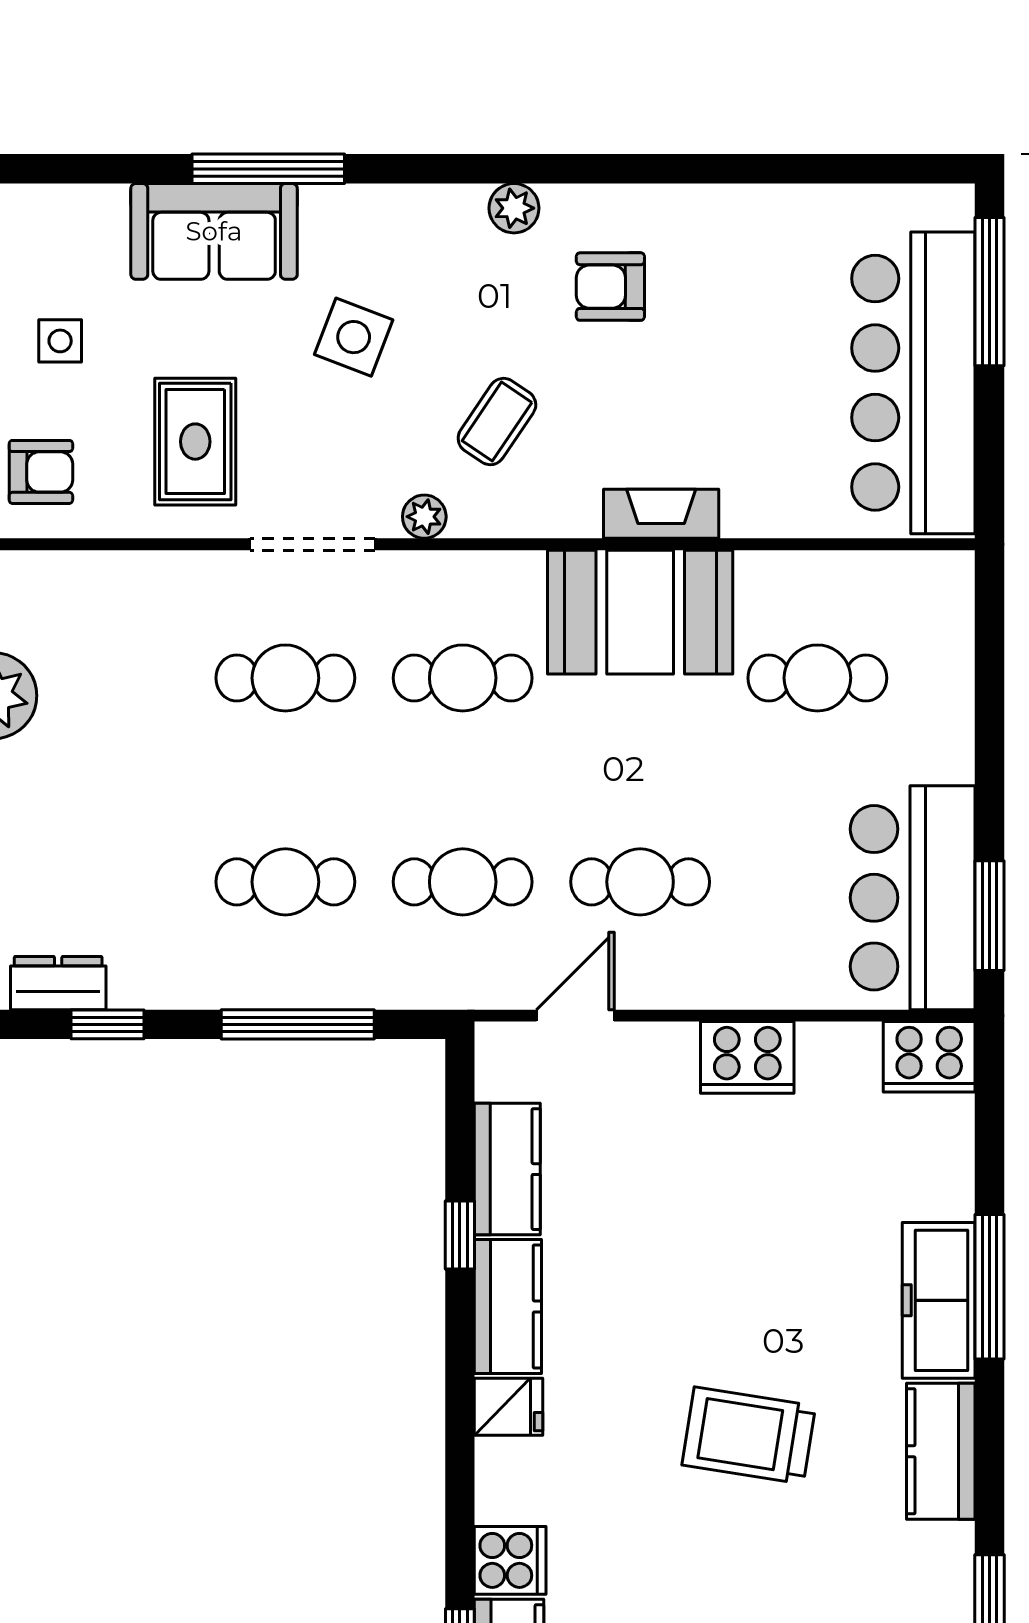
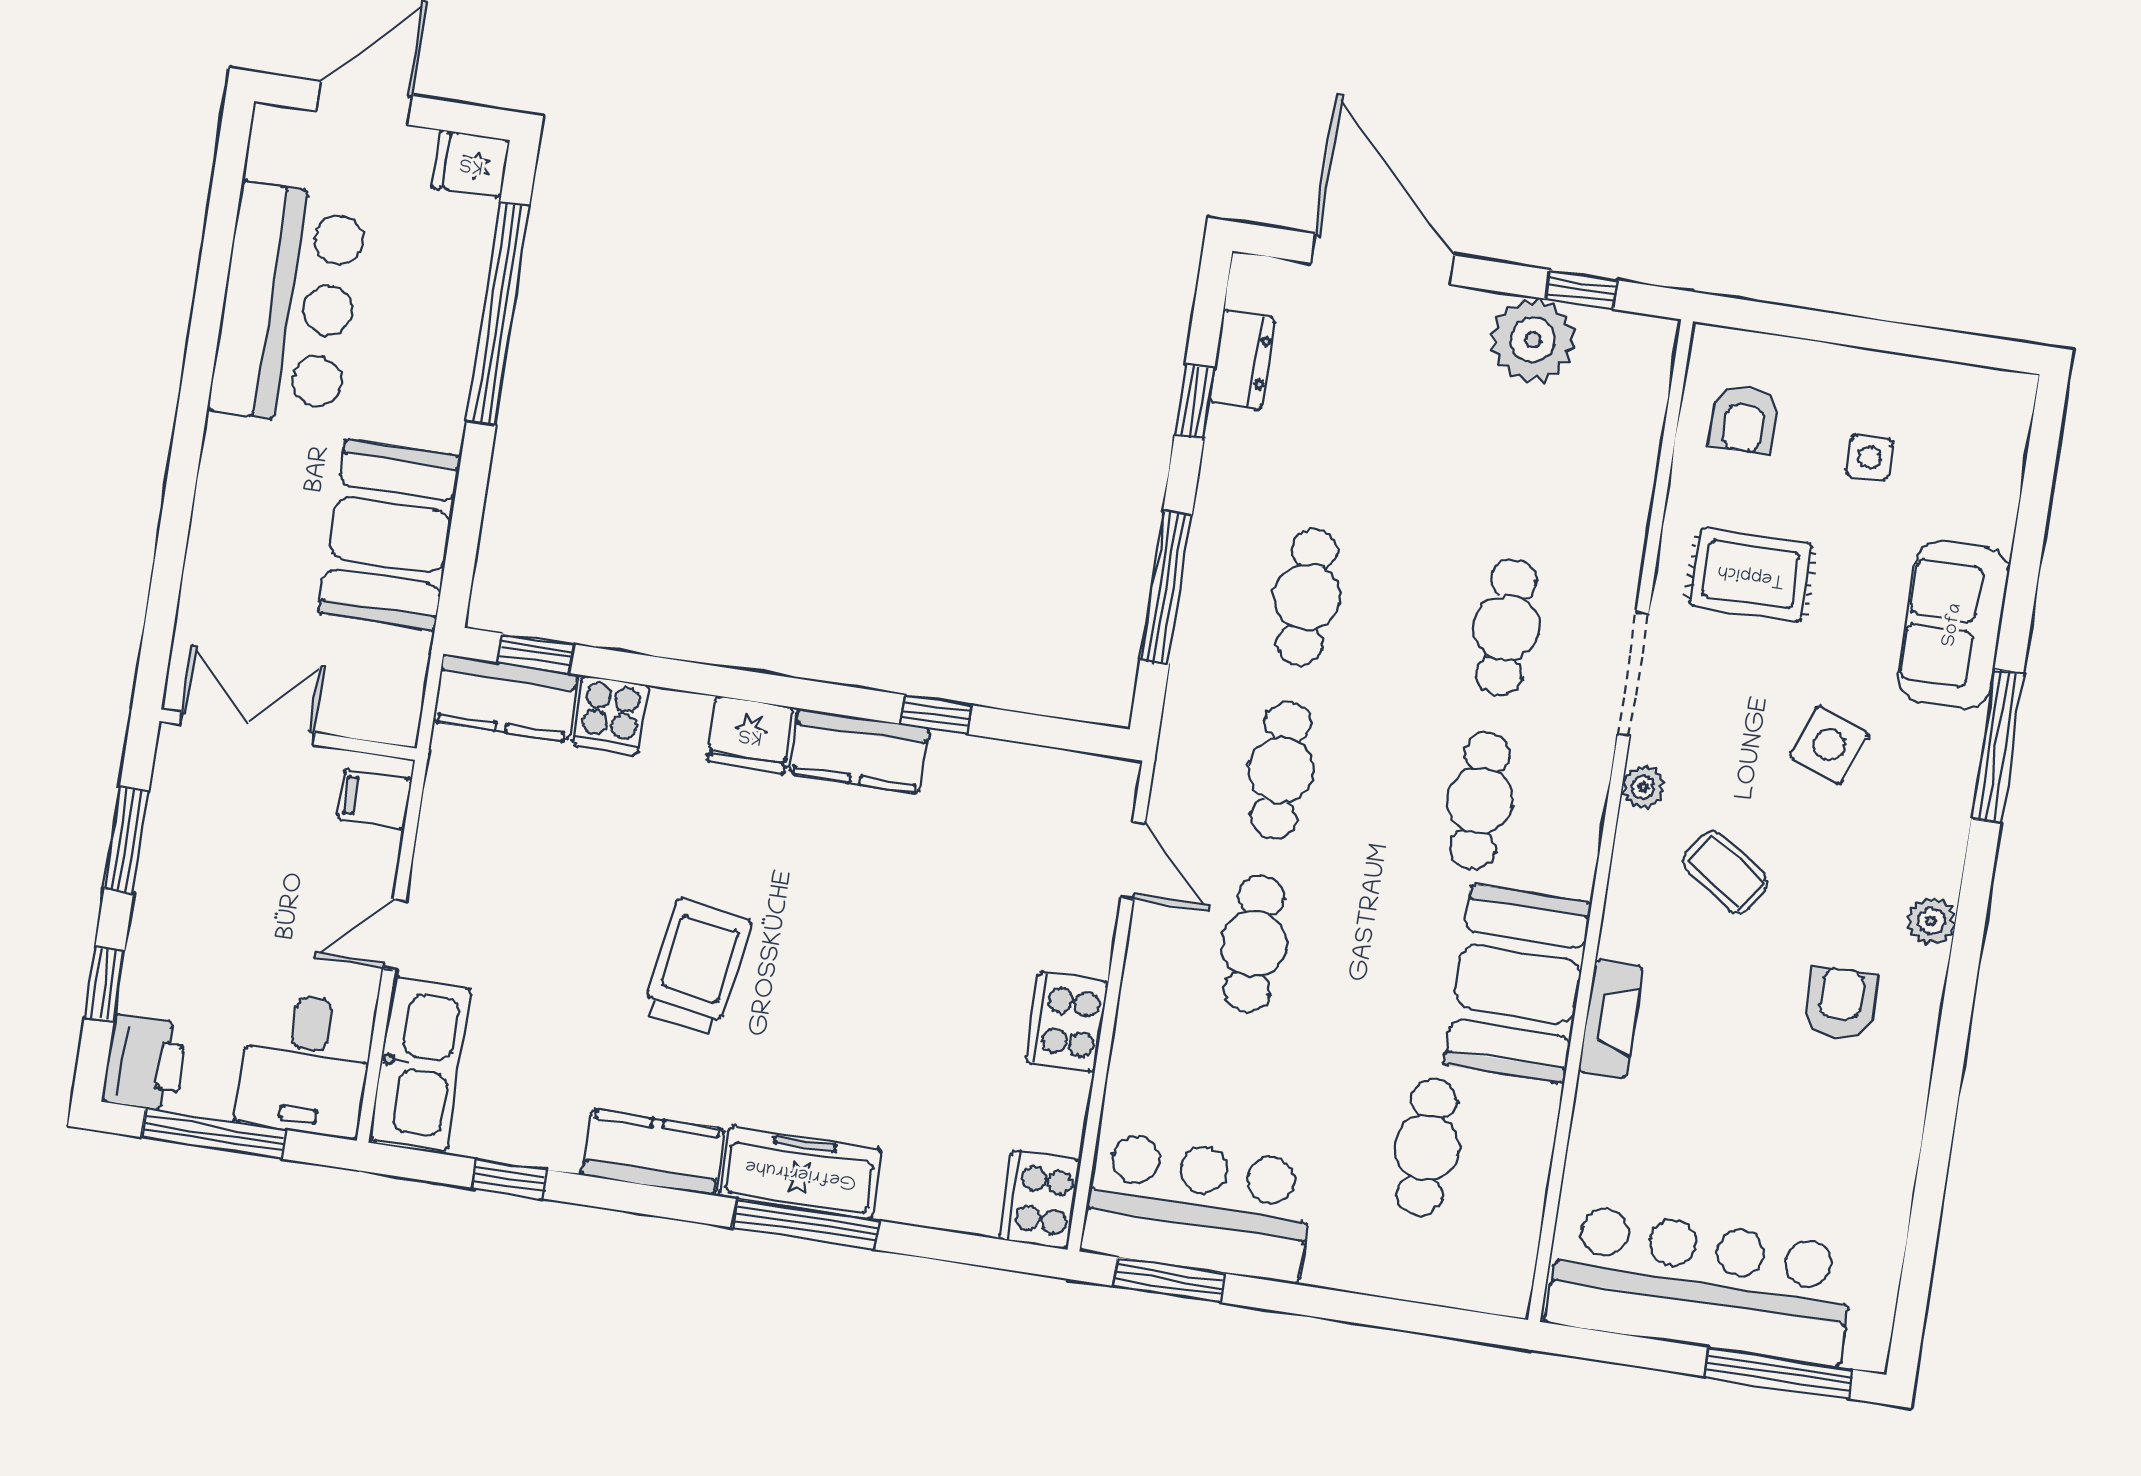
window: (268, 169) -> (1997, 746), moved
kitchen counter: (507, 1169) -> (993, 771), removed
fridge: (508, 1407) -> (750, 735), width x1.38

